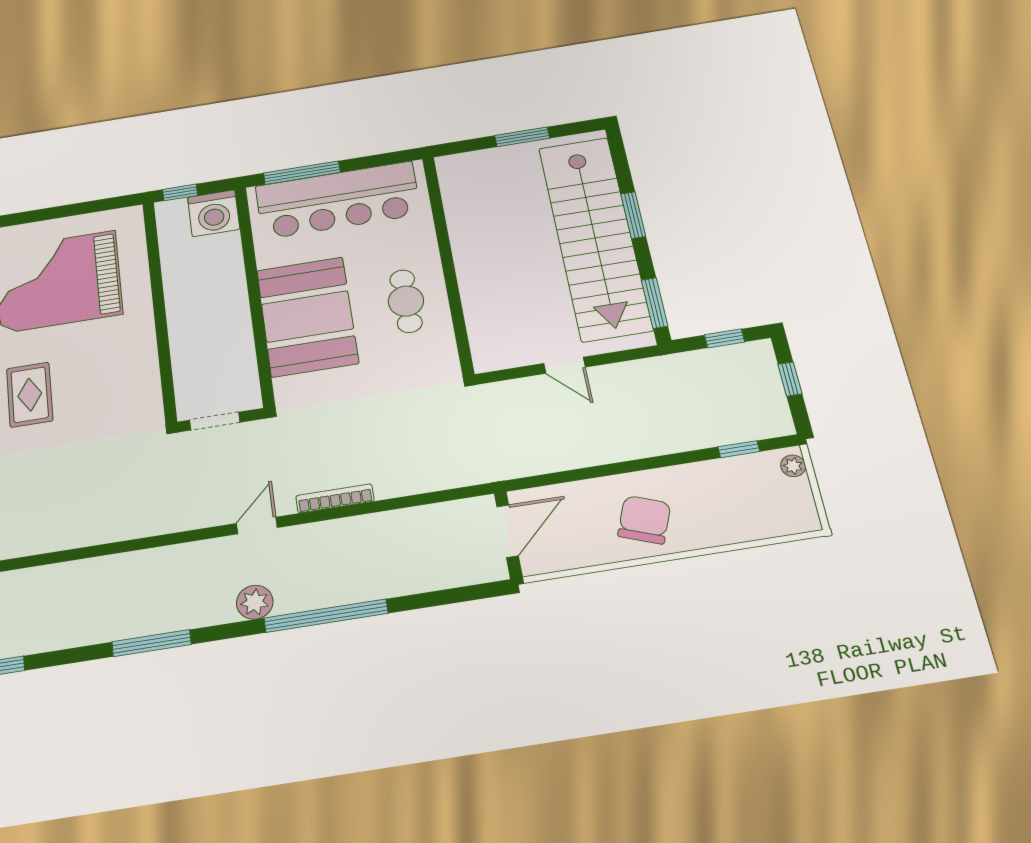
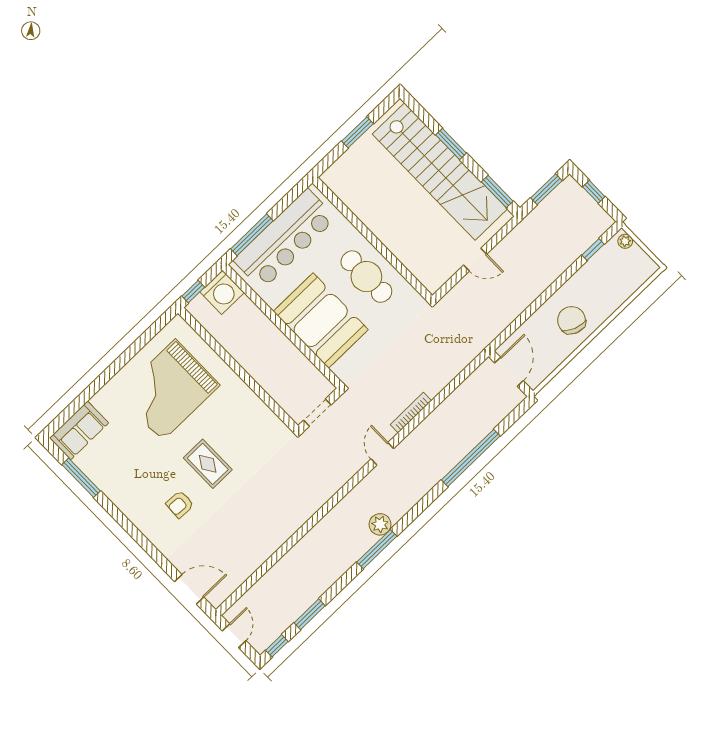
cafe table: (406, 301) -> (366, 277), width x1.37, depth x1.35
window: (725, 338) -> (546, 189), width x1.50
plant: (255, 602) -> (380, 524), moved
window: (326, 616) -> (471, 458), moved

